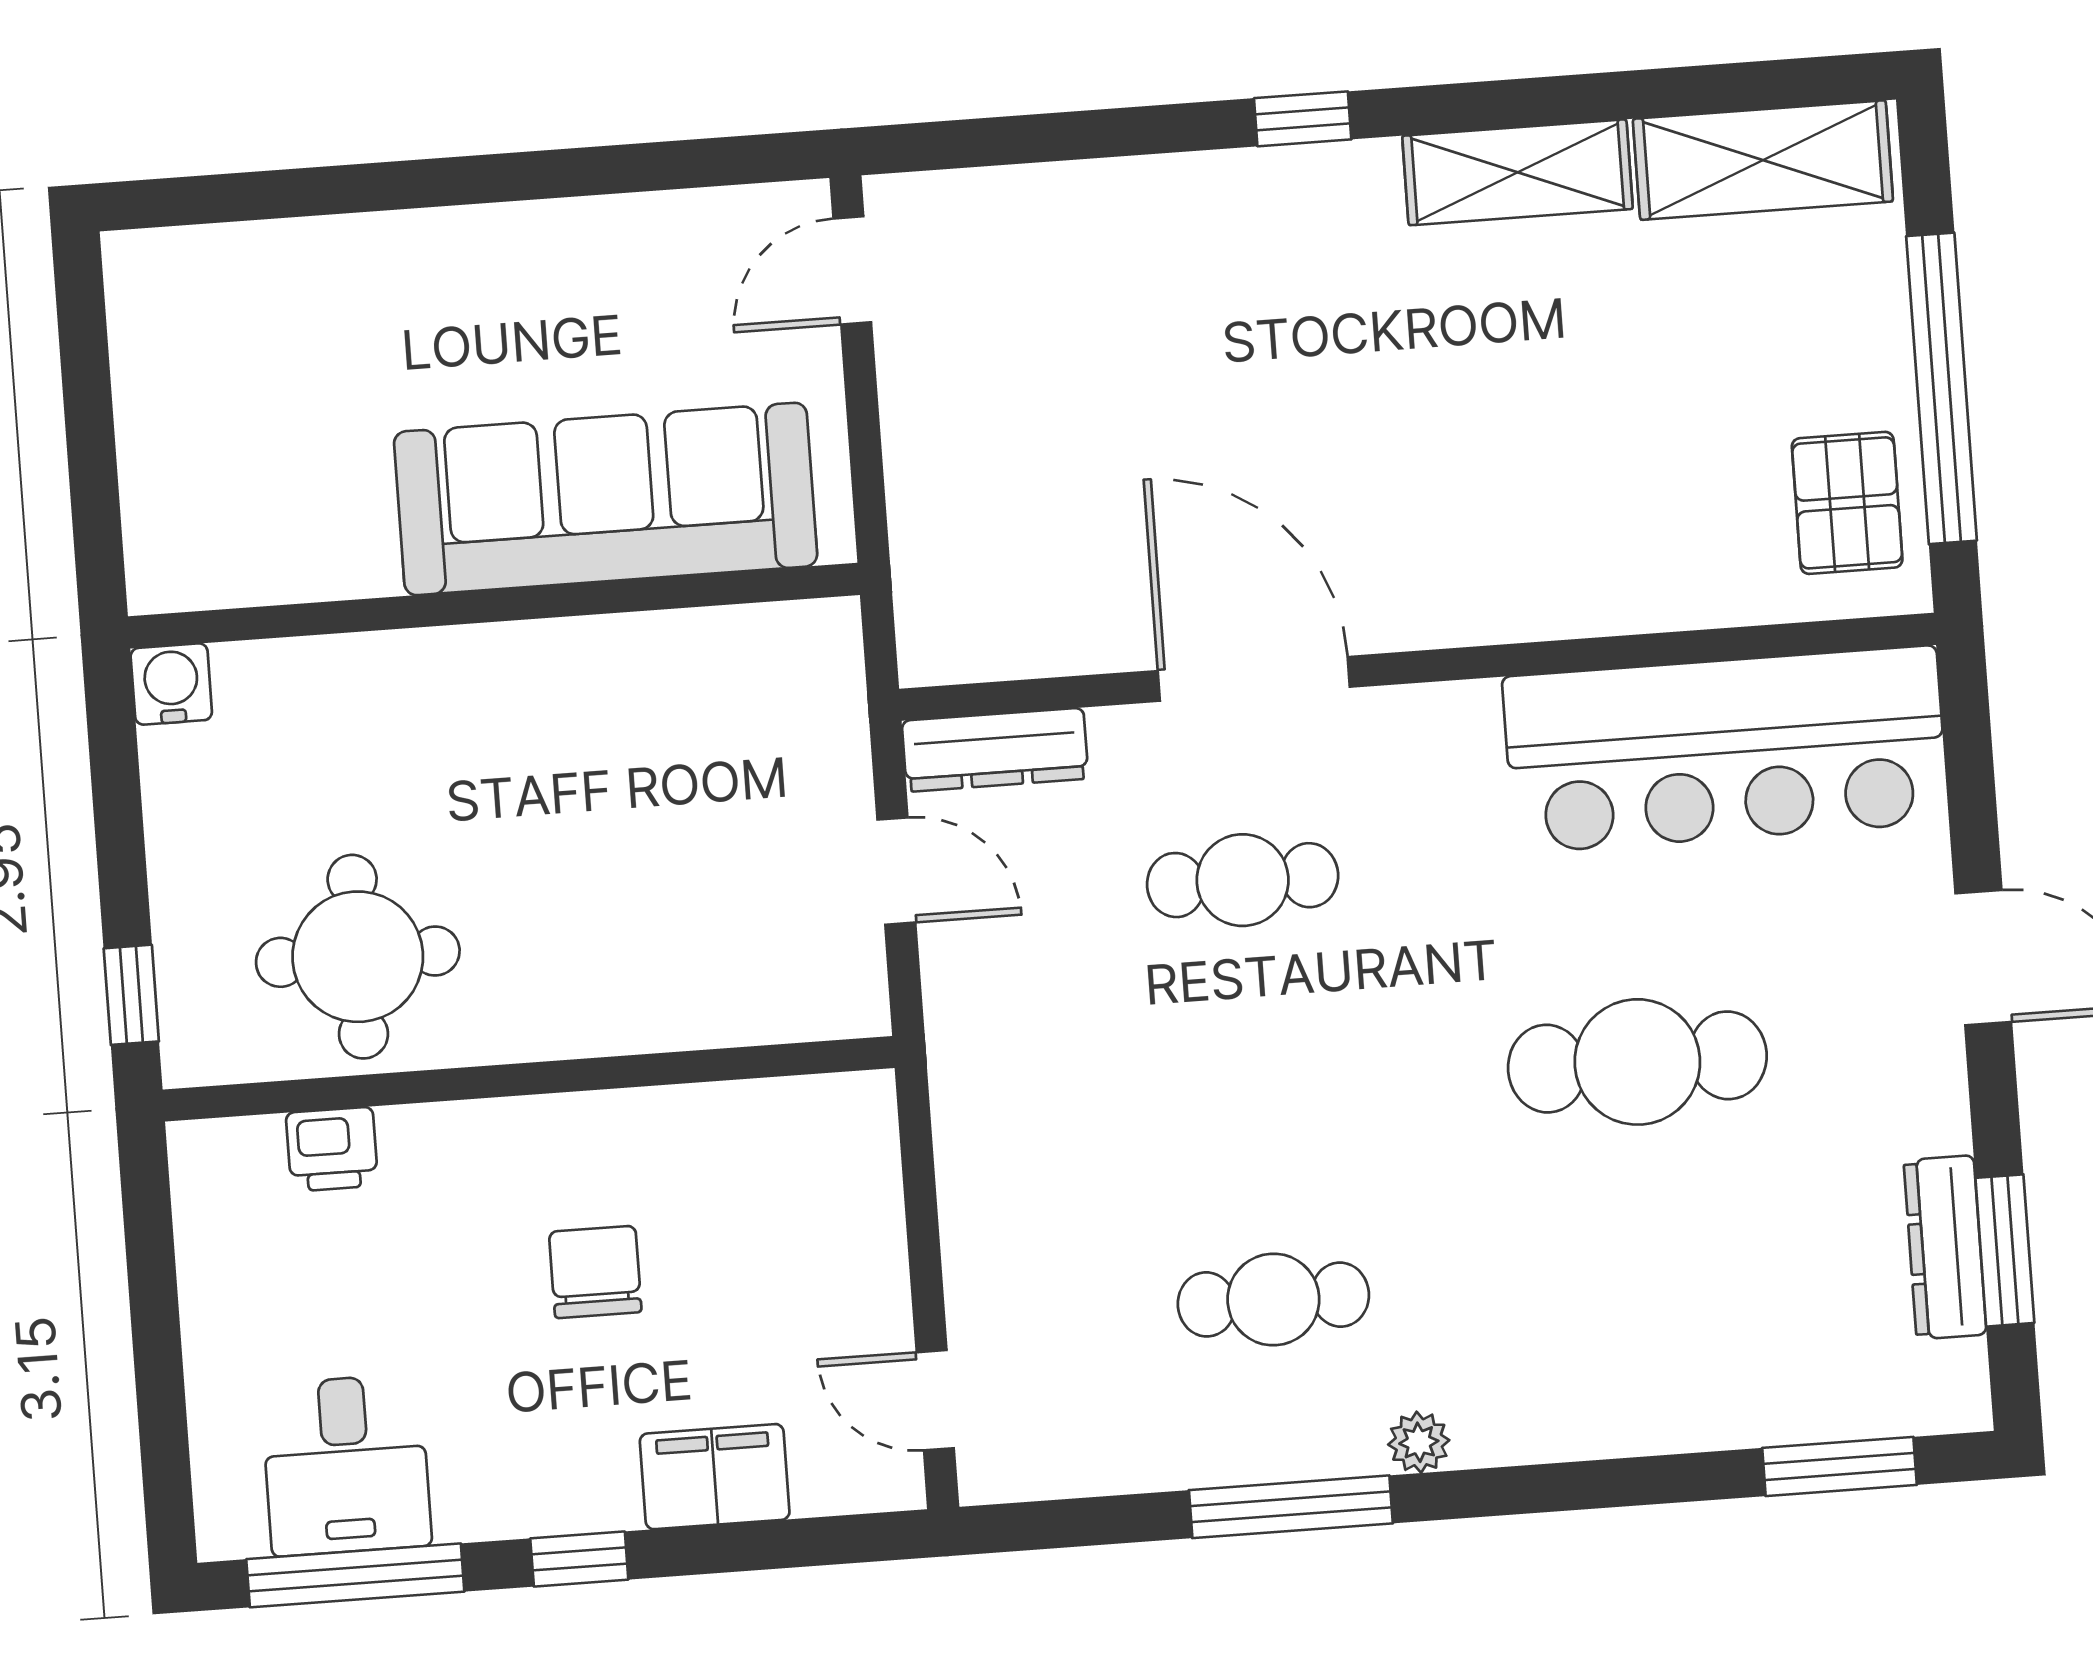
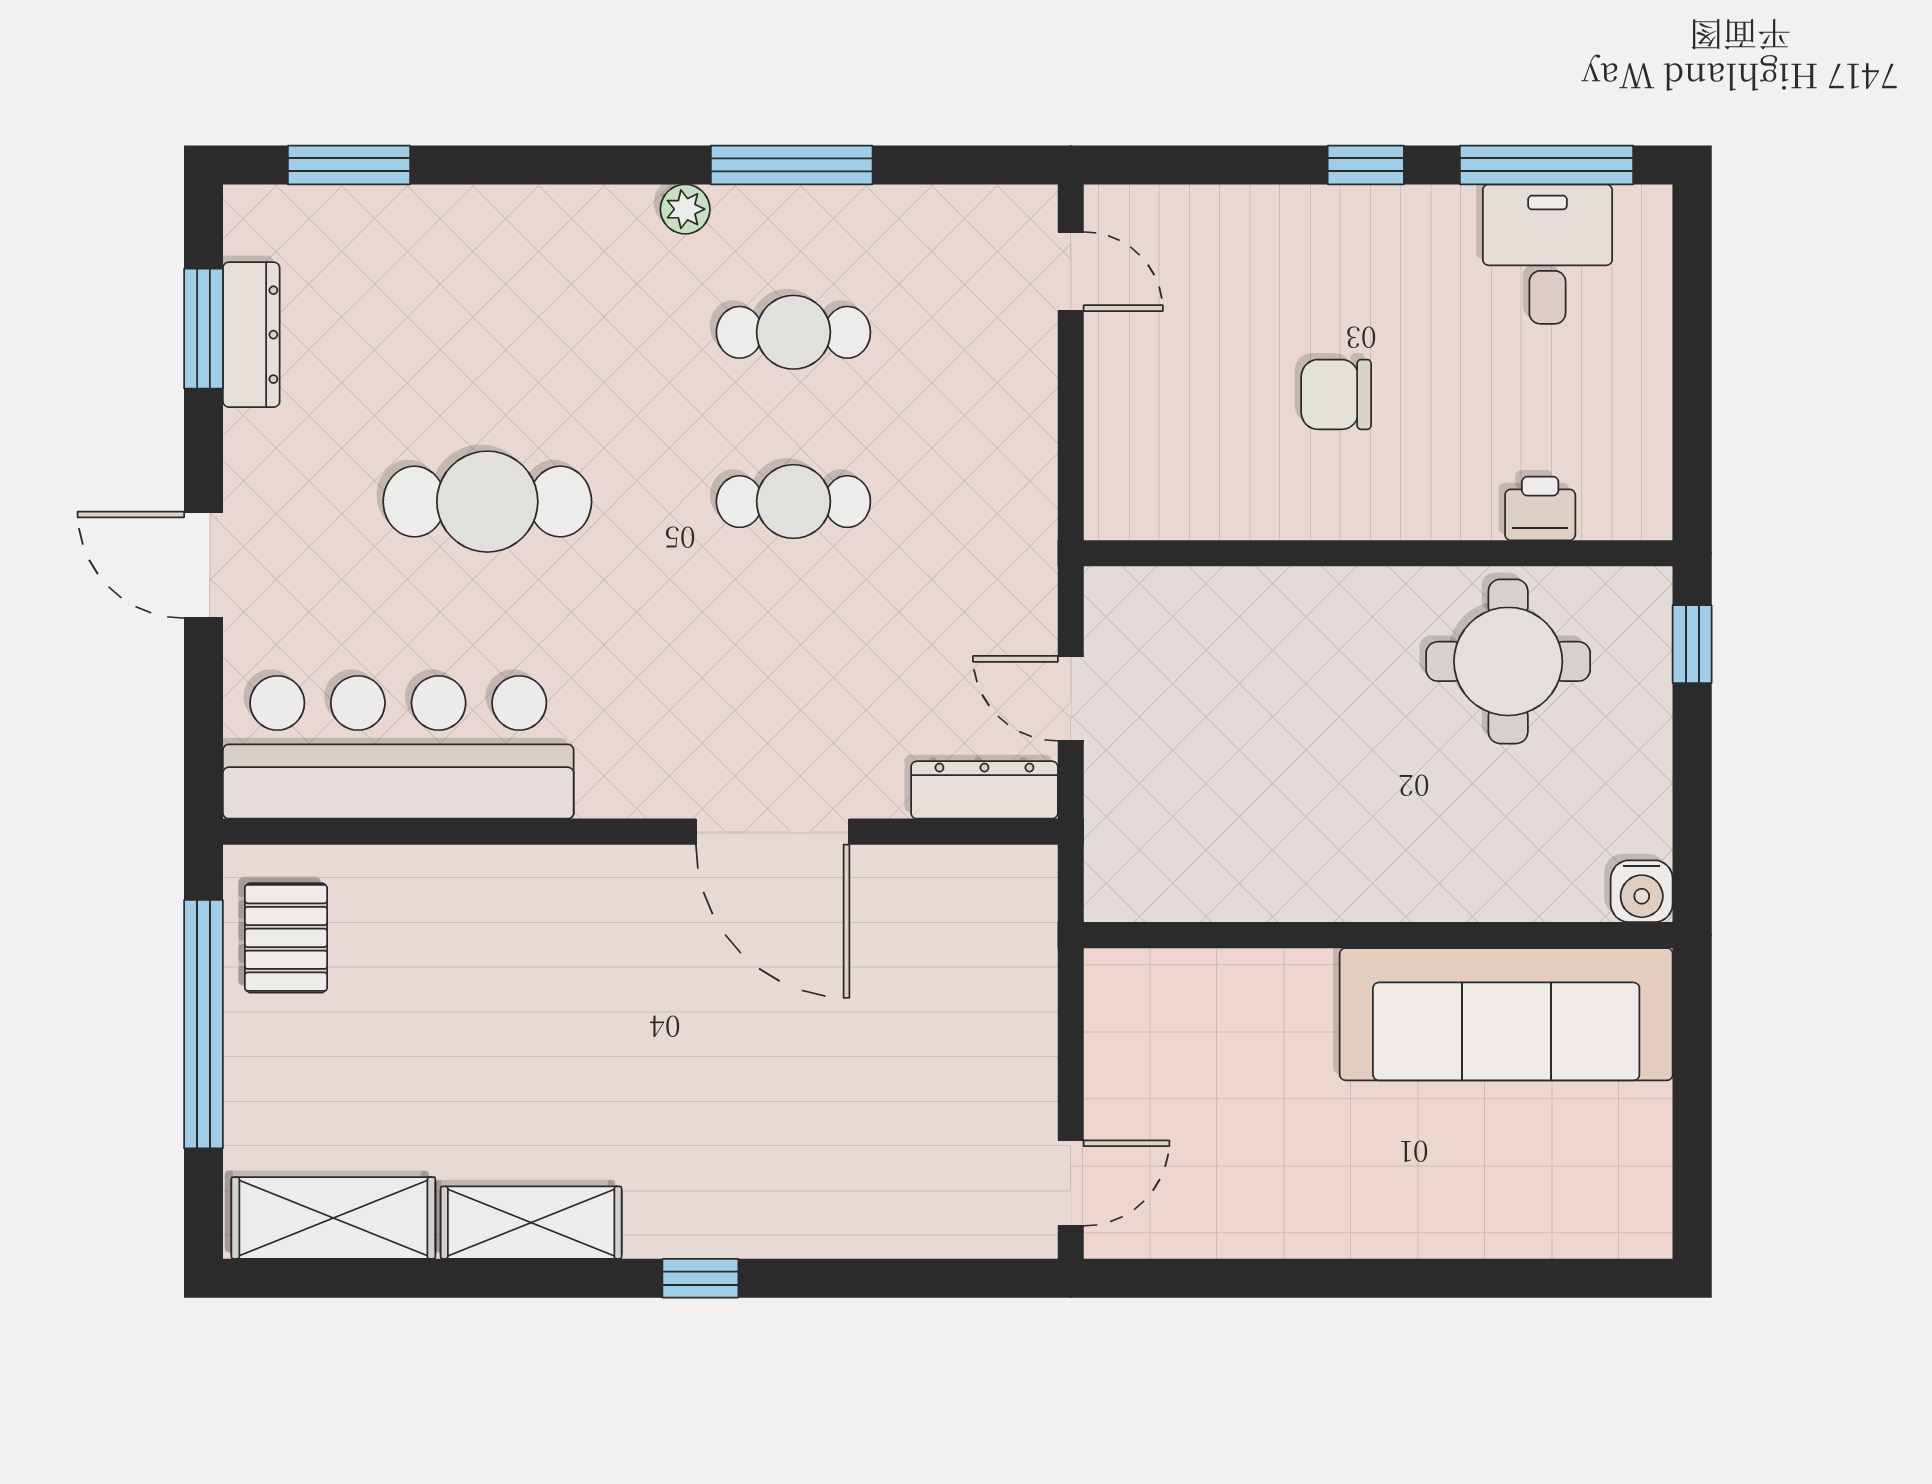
sofa: (606, 499) -> (1506, 1014), moved
cafe table: (1243, 880) -> (793, 502), moved
chair: (595, 1272) -> (1336, 394), turned 90
filing cabinet: (715, 1477) -> (1252, 223), removed

